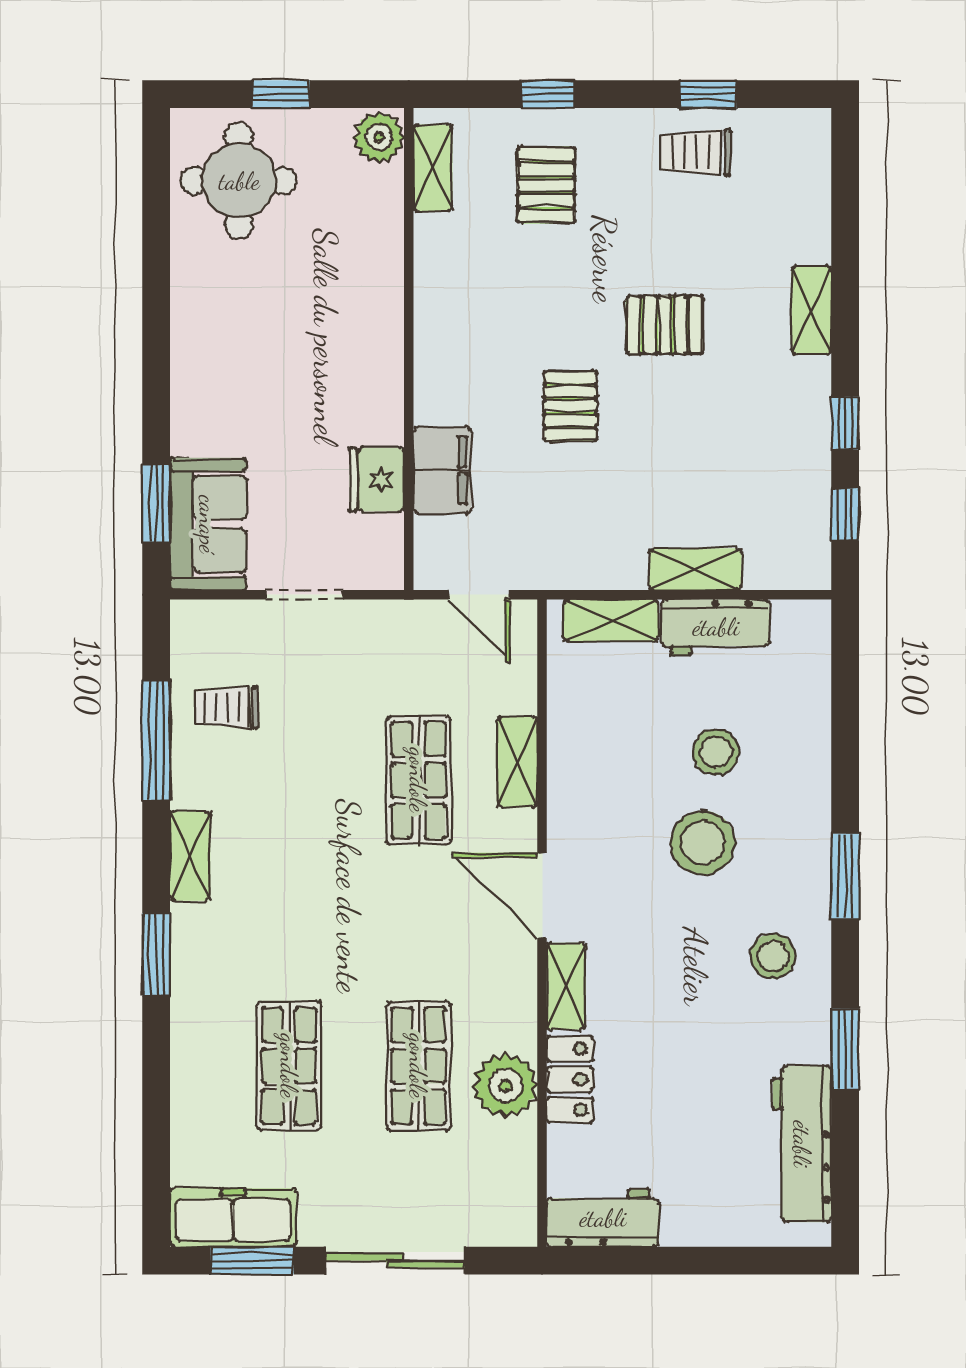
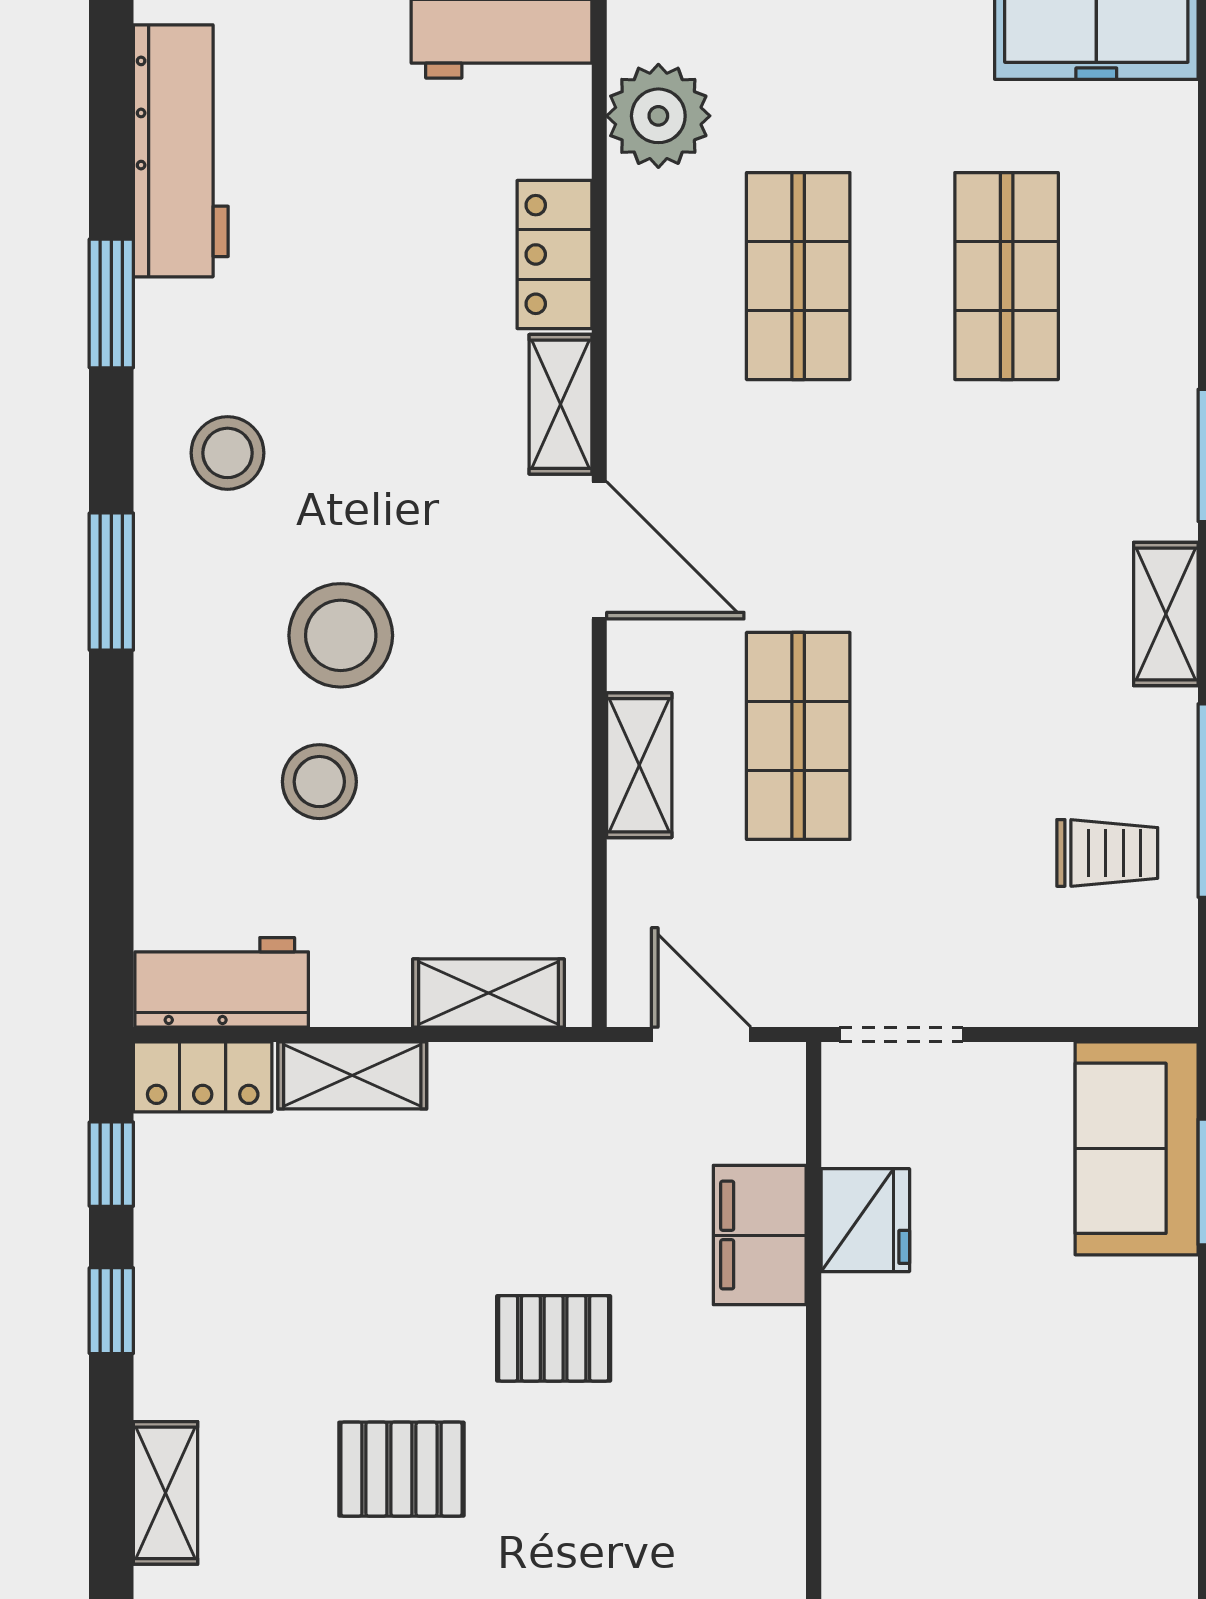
pallet: (570, 406) -> (554, 1338), turned 90
locker: (788, 568) -> (203, 1077), added
doorway: (305, 595) -> (901, 1035), moved
workbench: (716, 627) -> (222, 982), moved
plant: (505, 1085) -> (658, 116), moved

